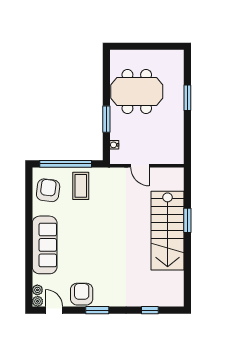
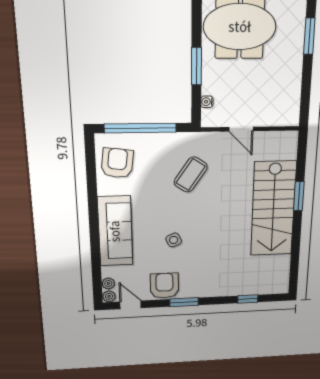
coffee table: (81, 186) -> (191, 174), moved, turned 34
side table: (89, 254) -> (174, 240), added

